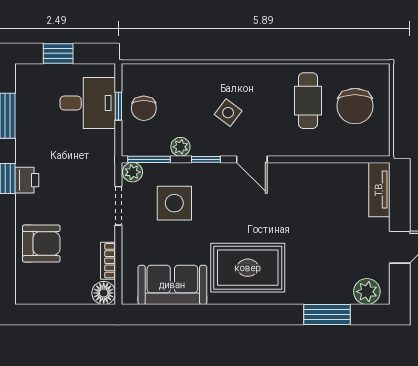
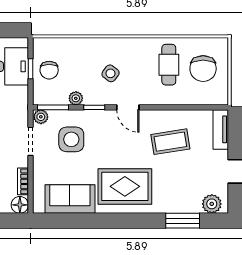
coffee table: (310, 206) -> (170, 142), added

